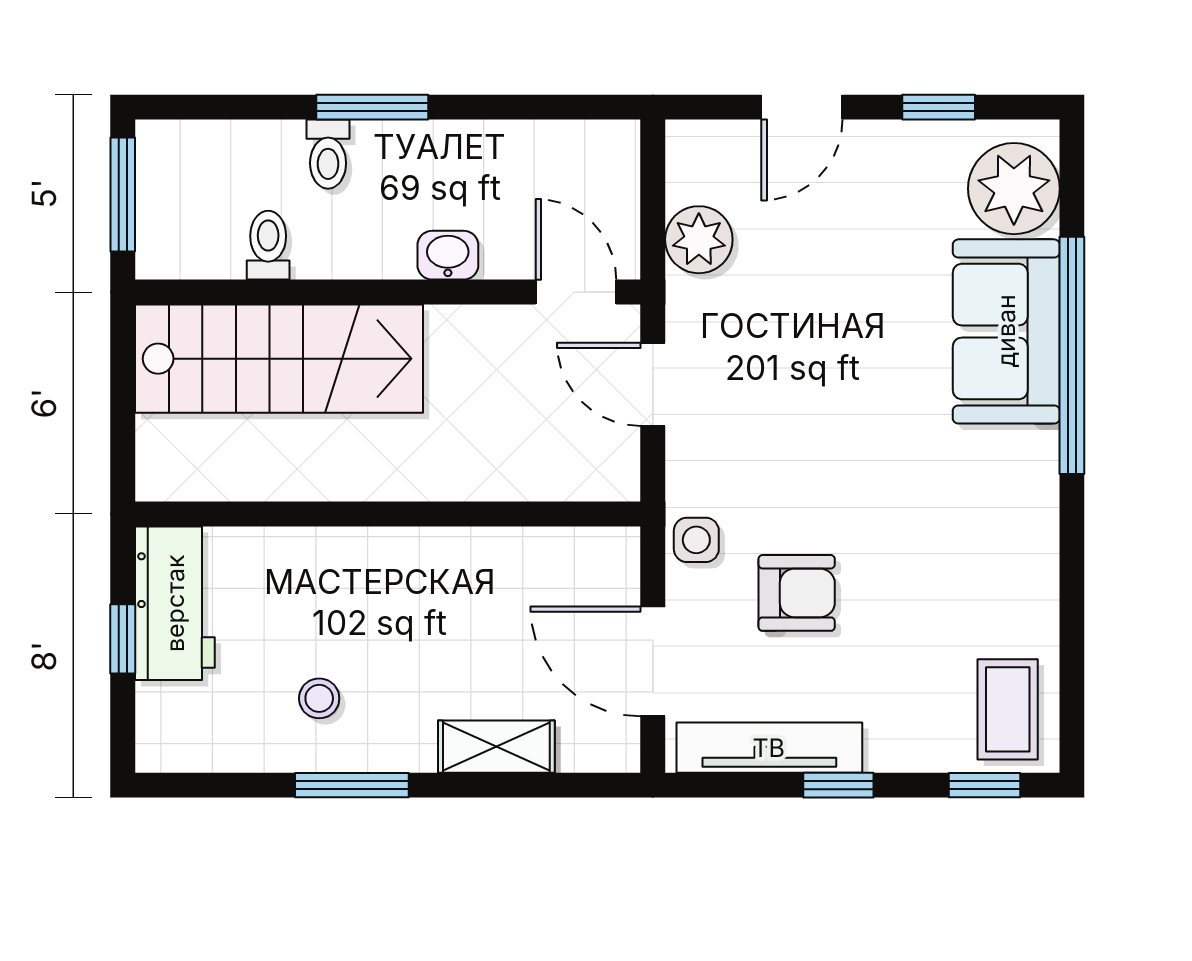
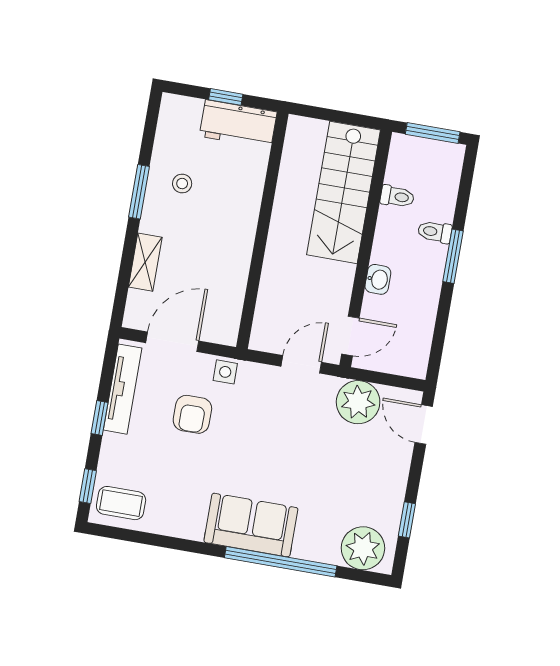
door: (802, 107) -> (424, 424), moved
plant: (699, 240) -> (358, 402), width x1.36, depth x1.36
sofa: (1006, 331) -> (251, 525), moved

